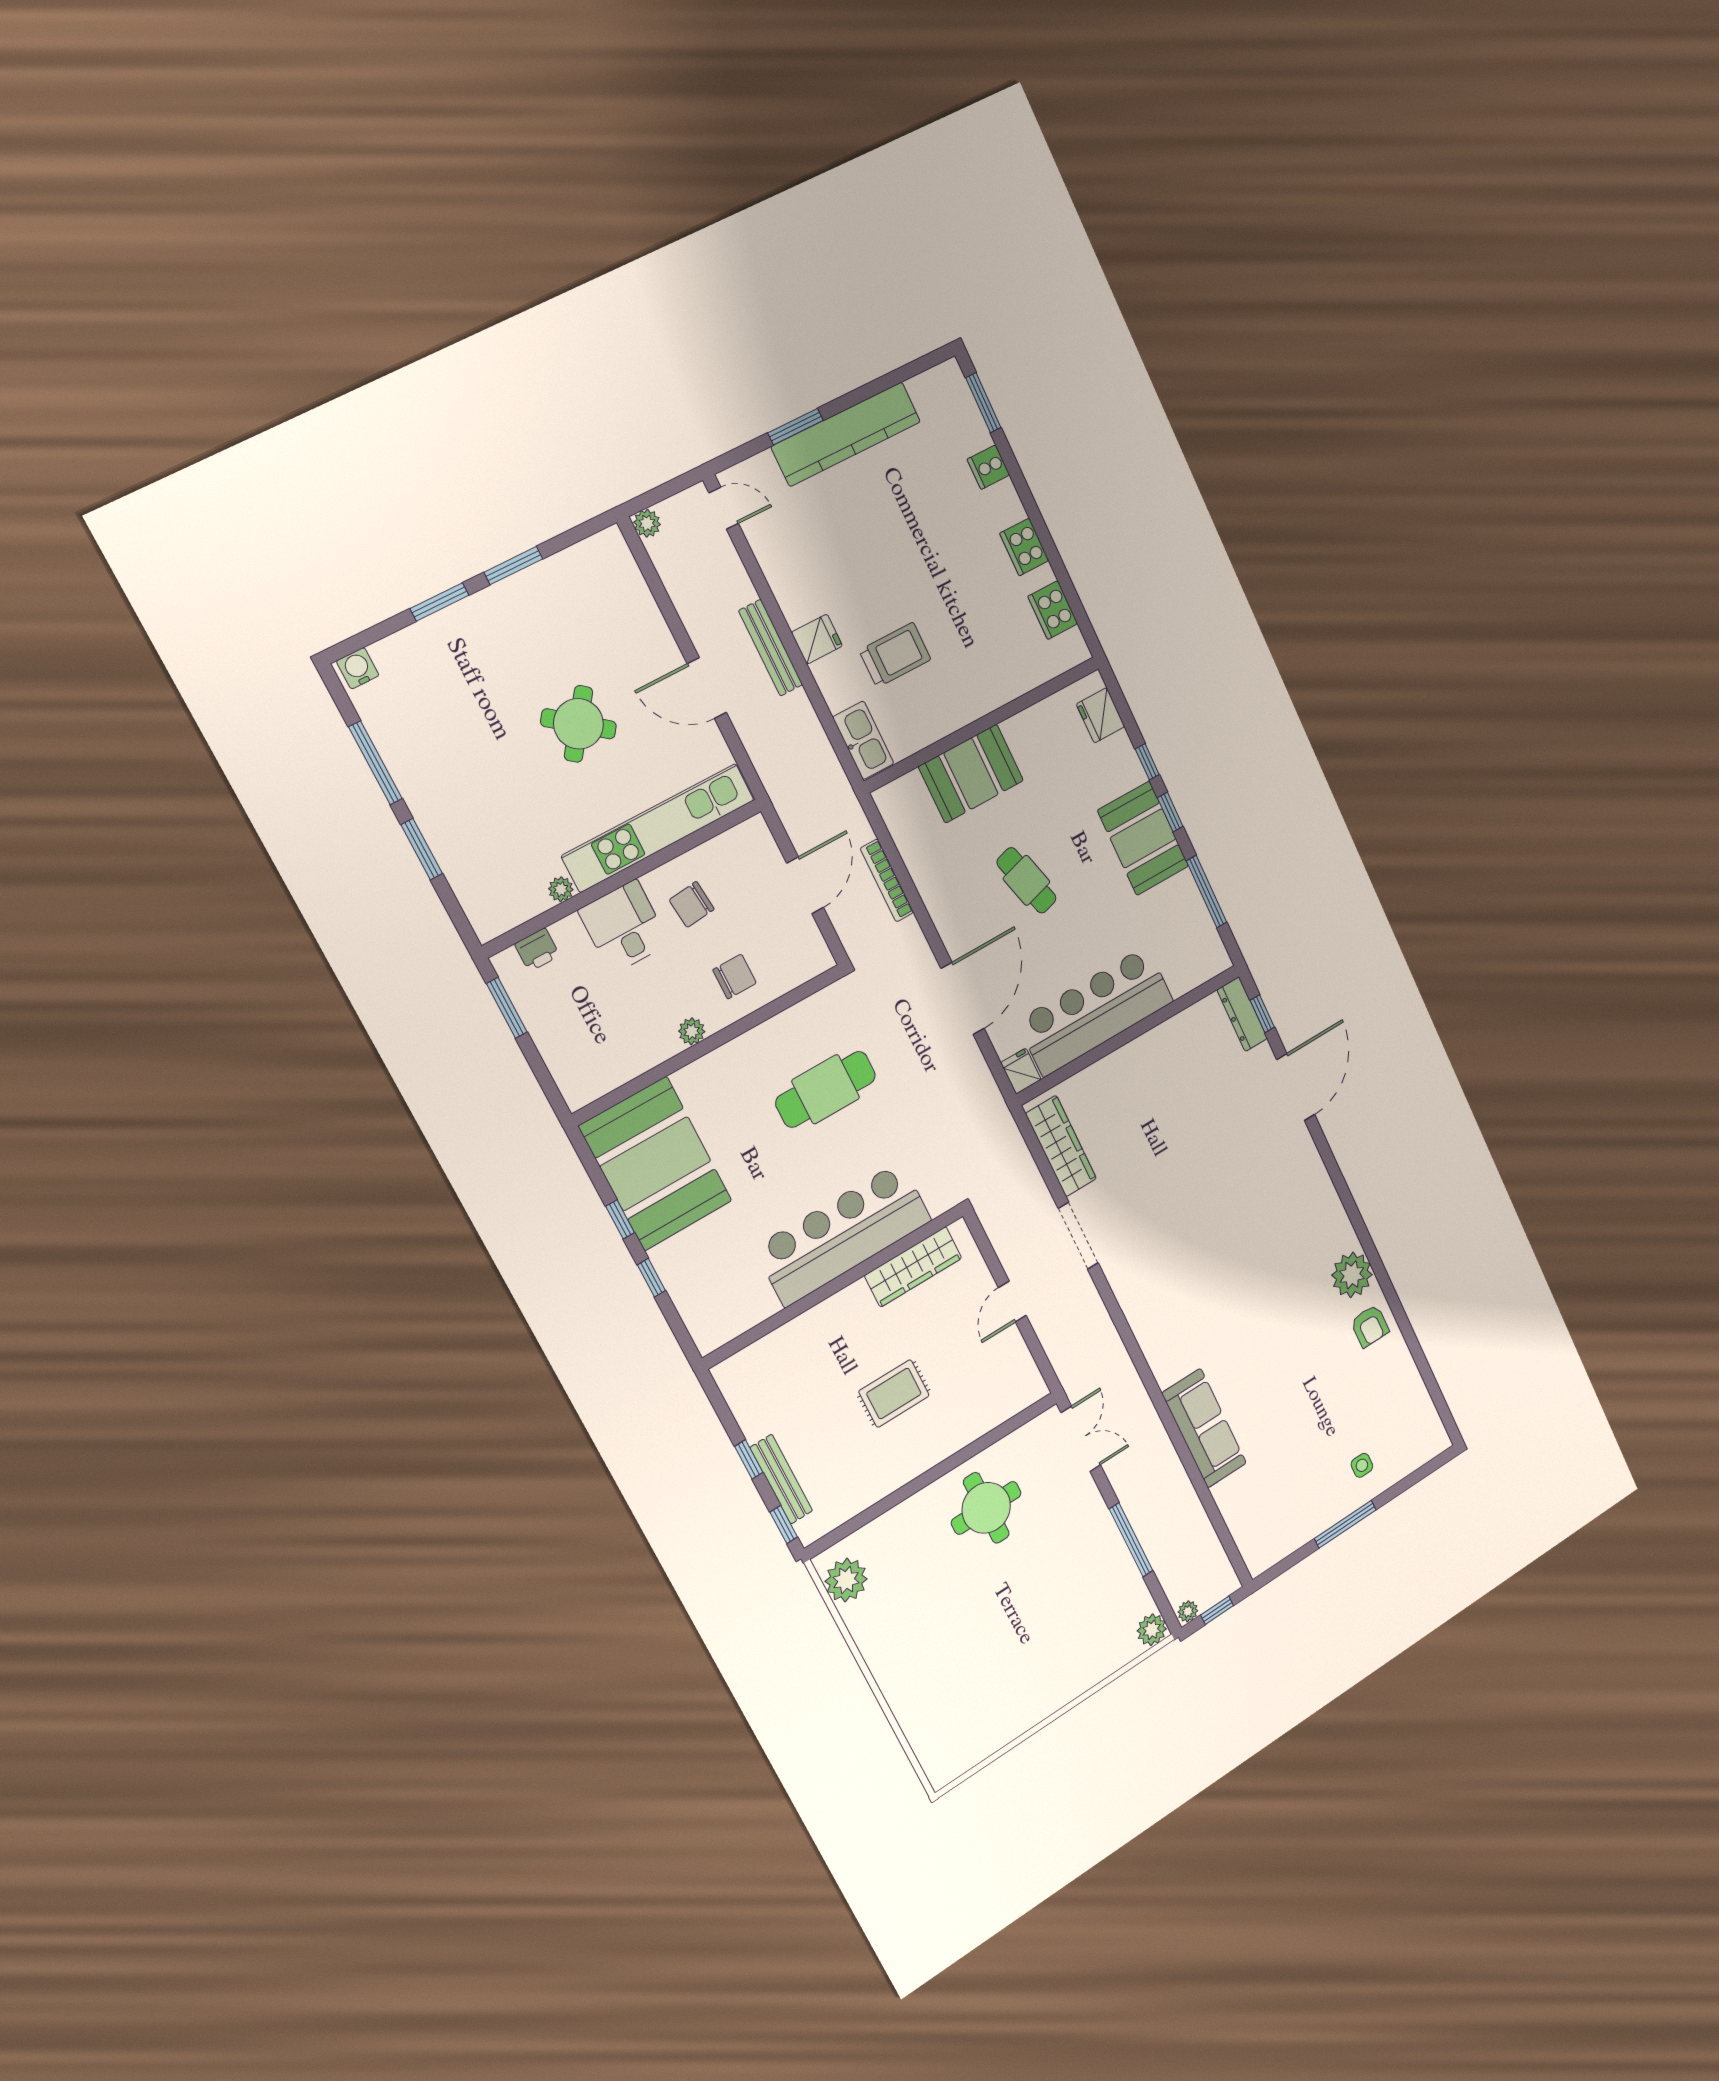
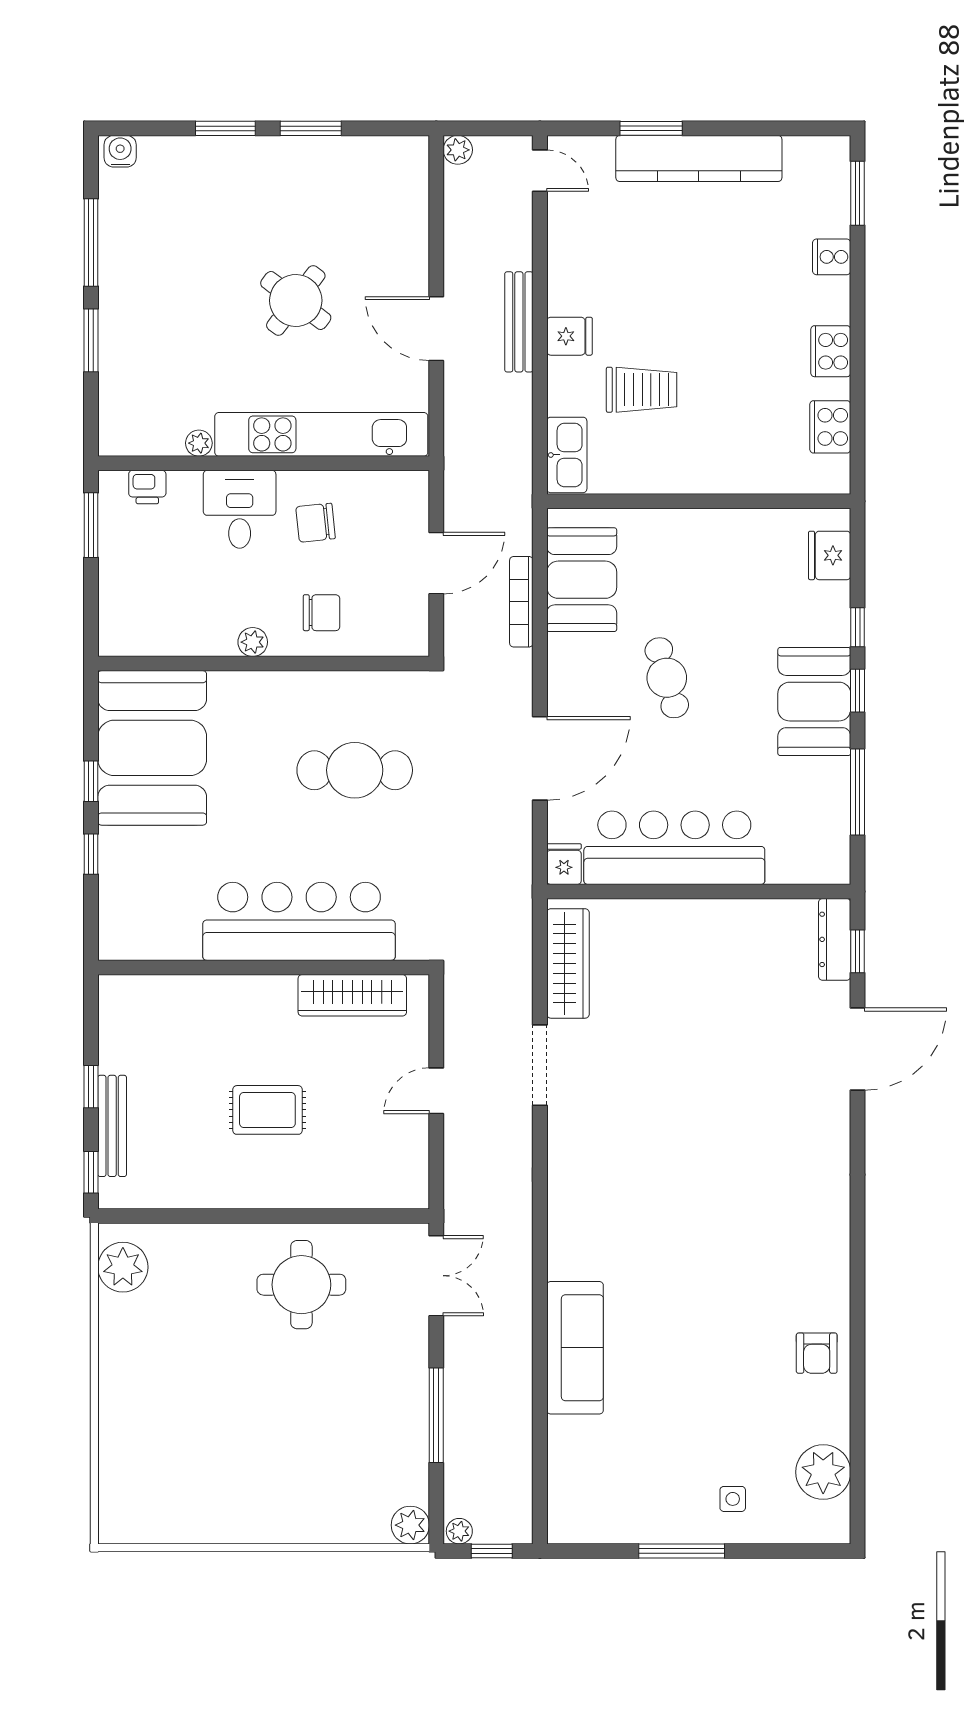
booth: (971, 774) -> (582, 580), moved, turned 90
plant: (1352, 1275) -> (823, 1472), moved

